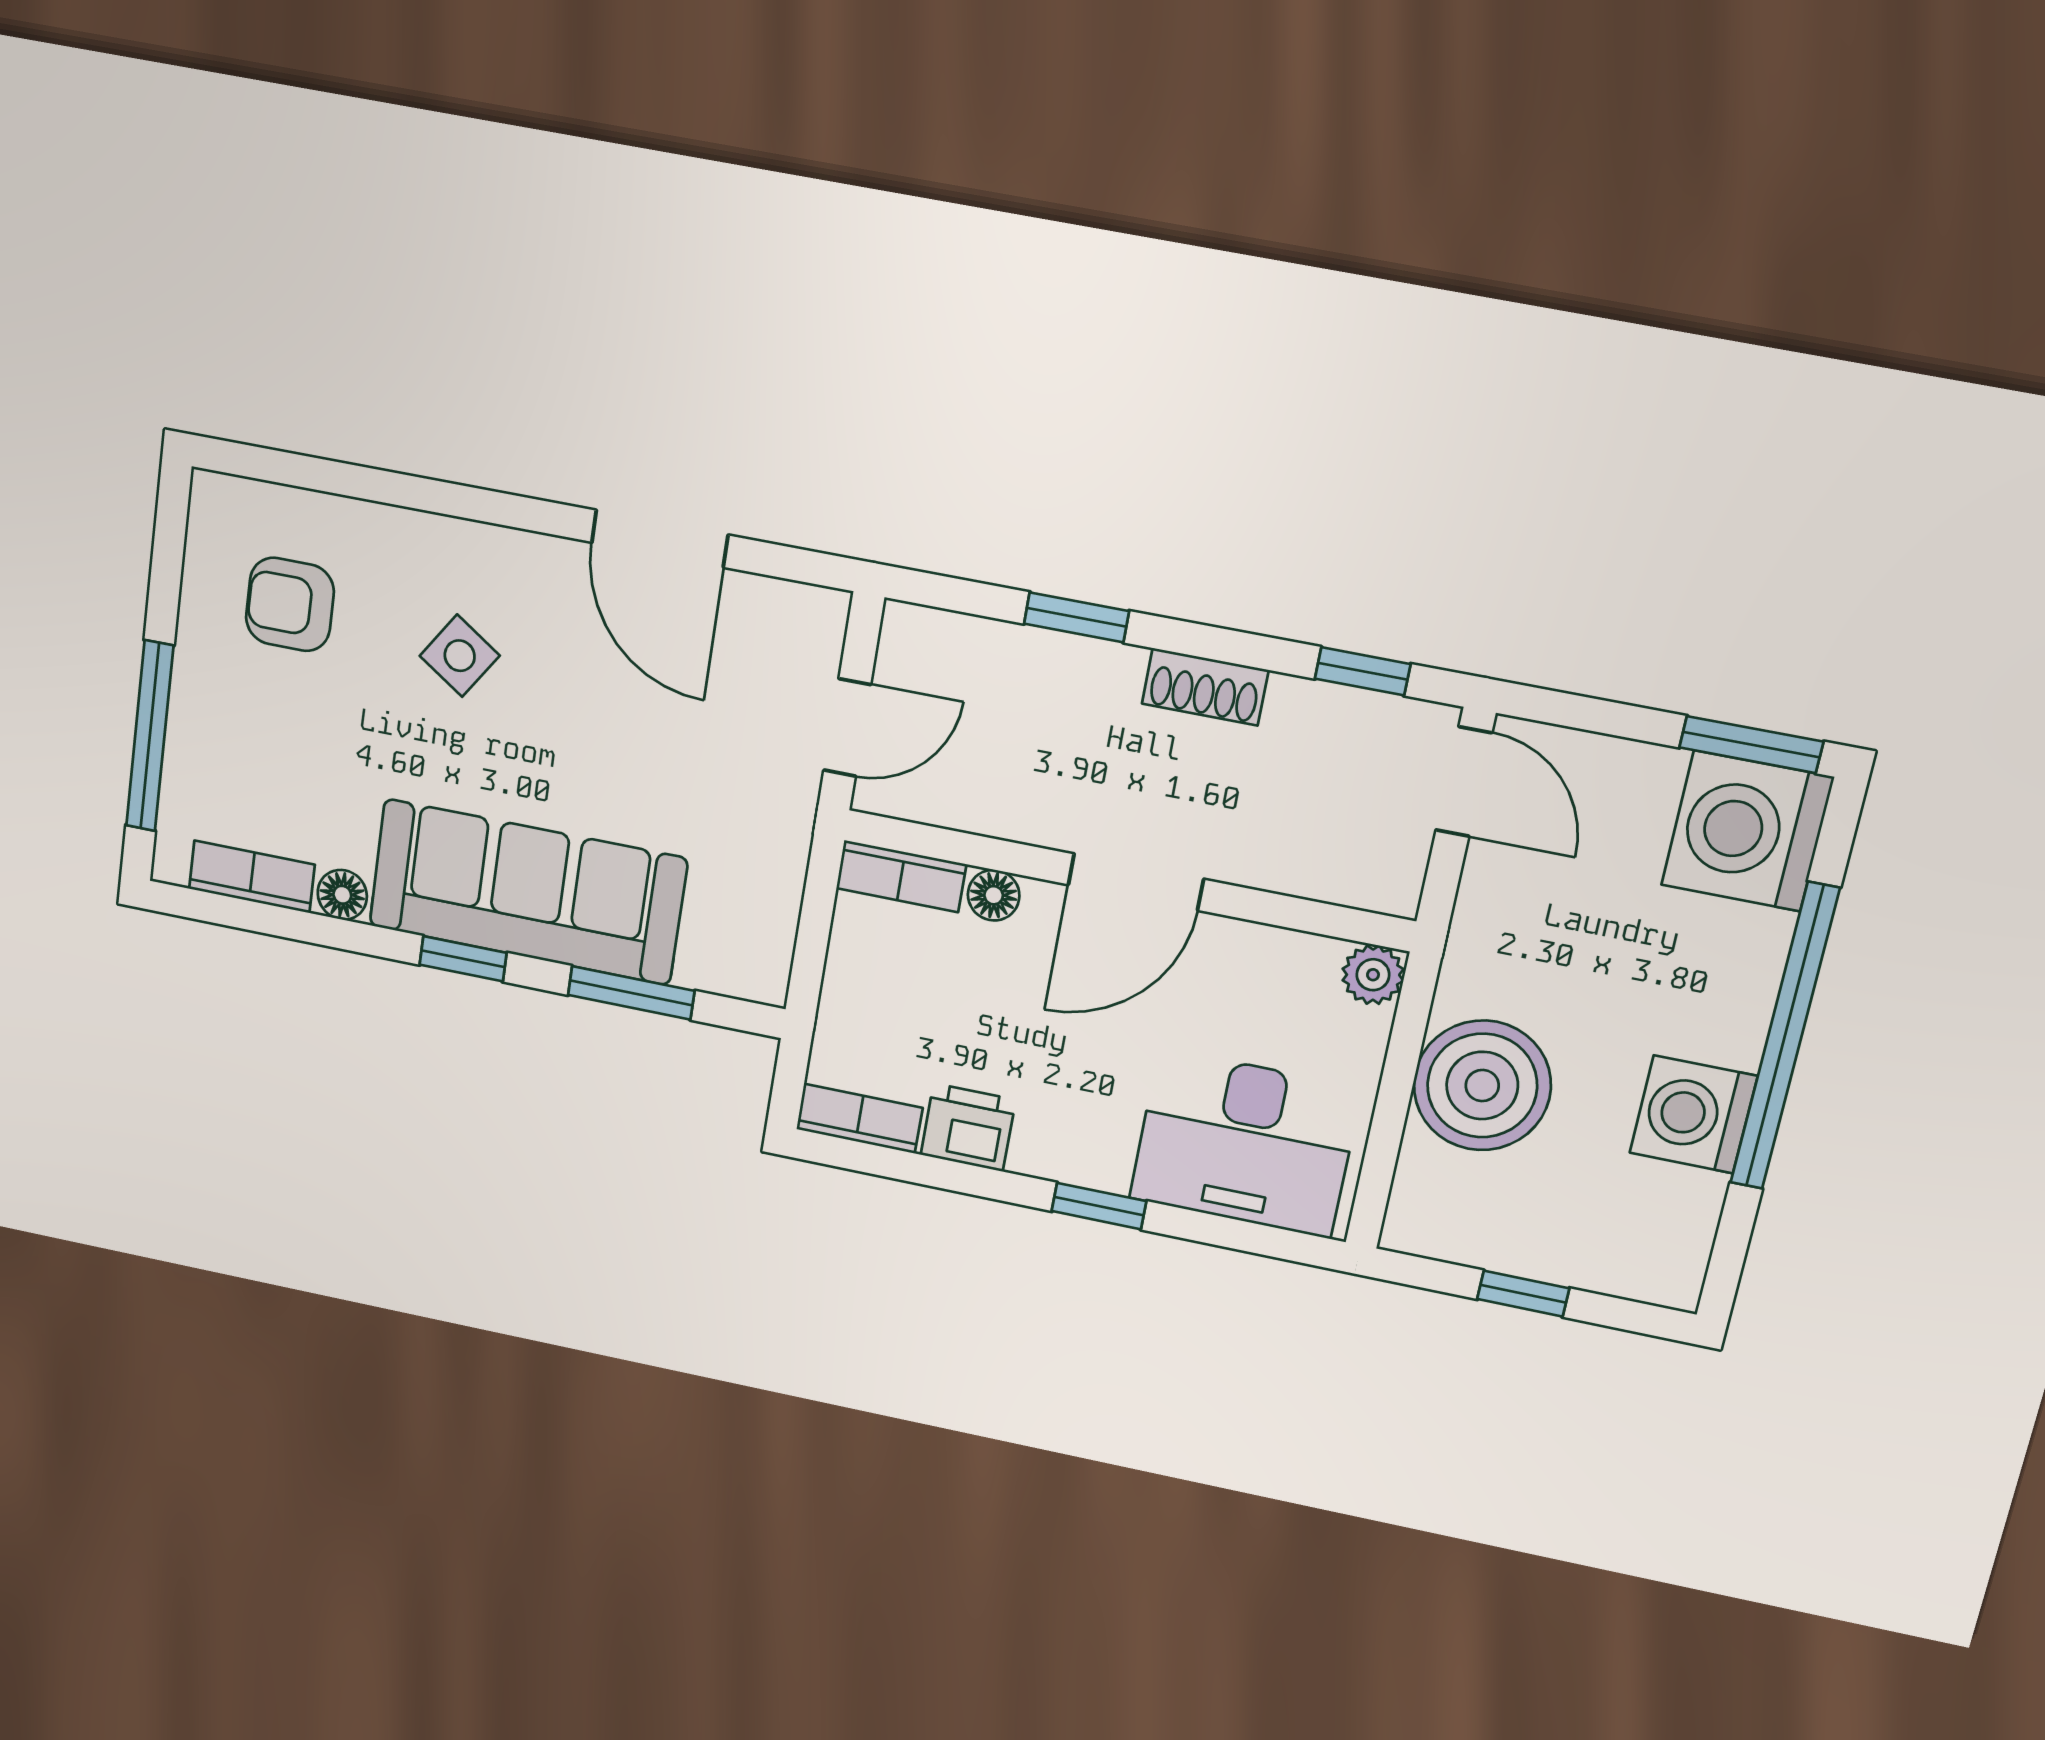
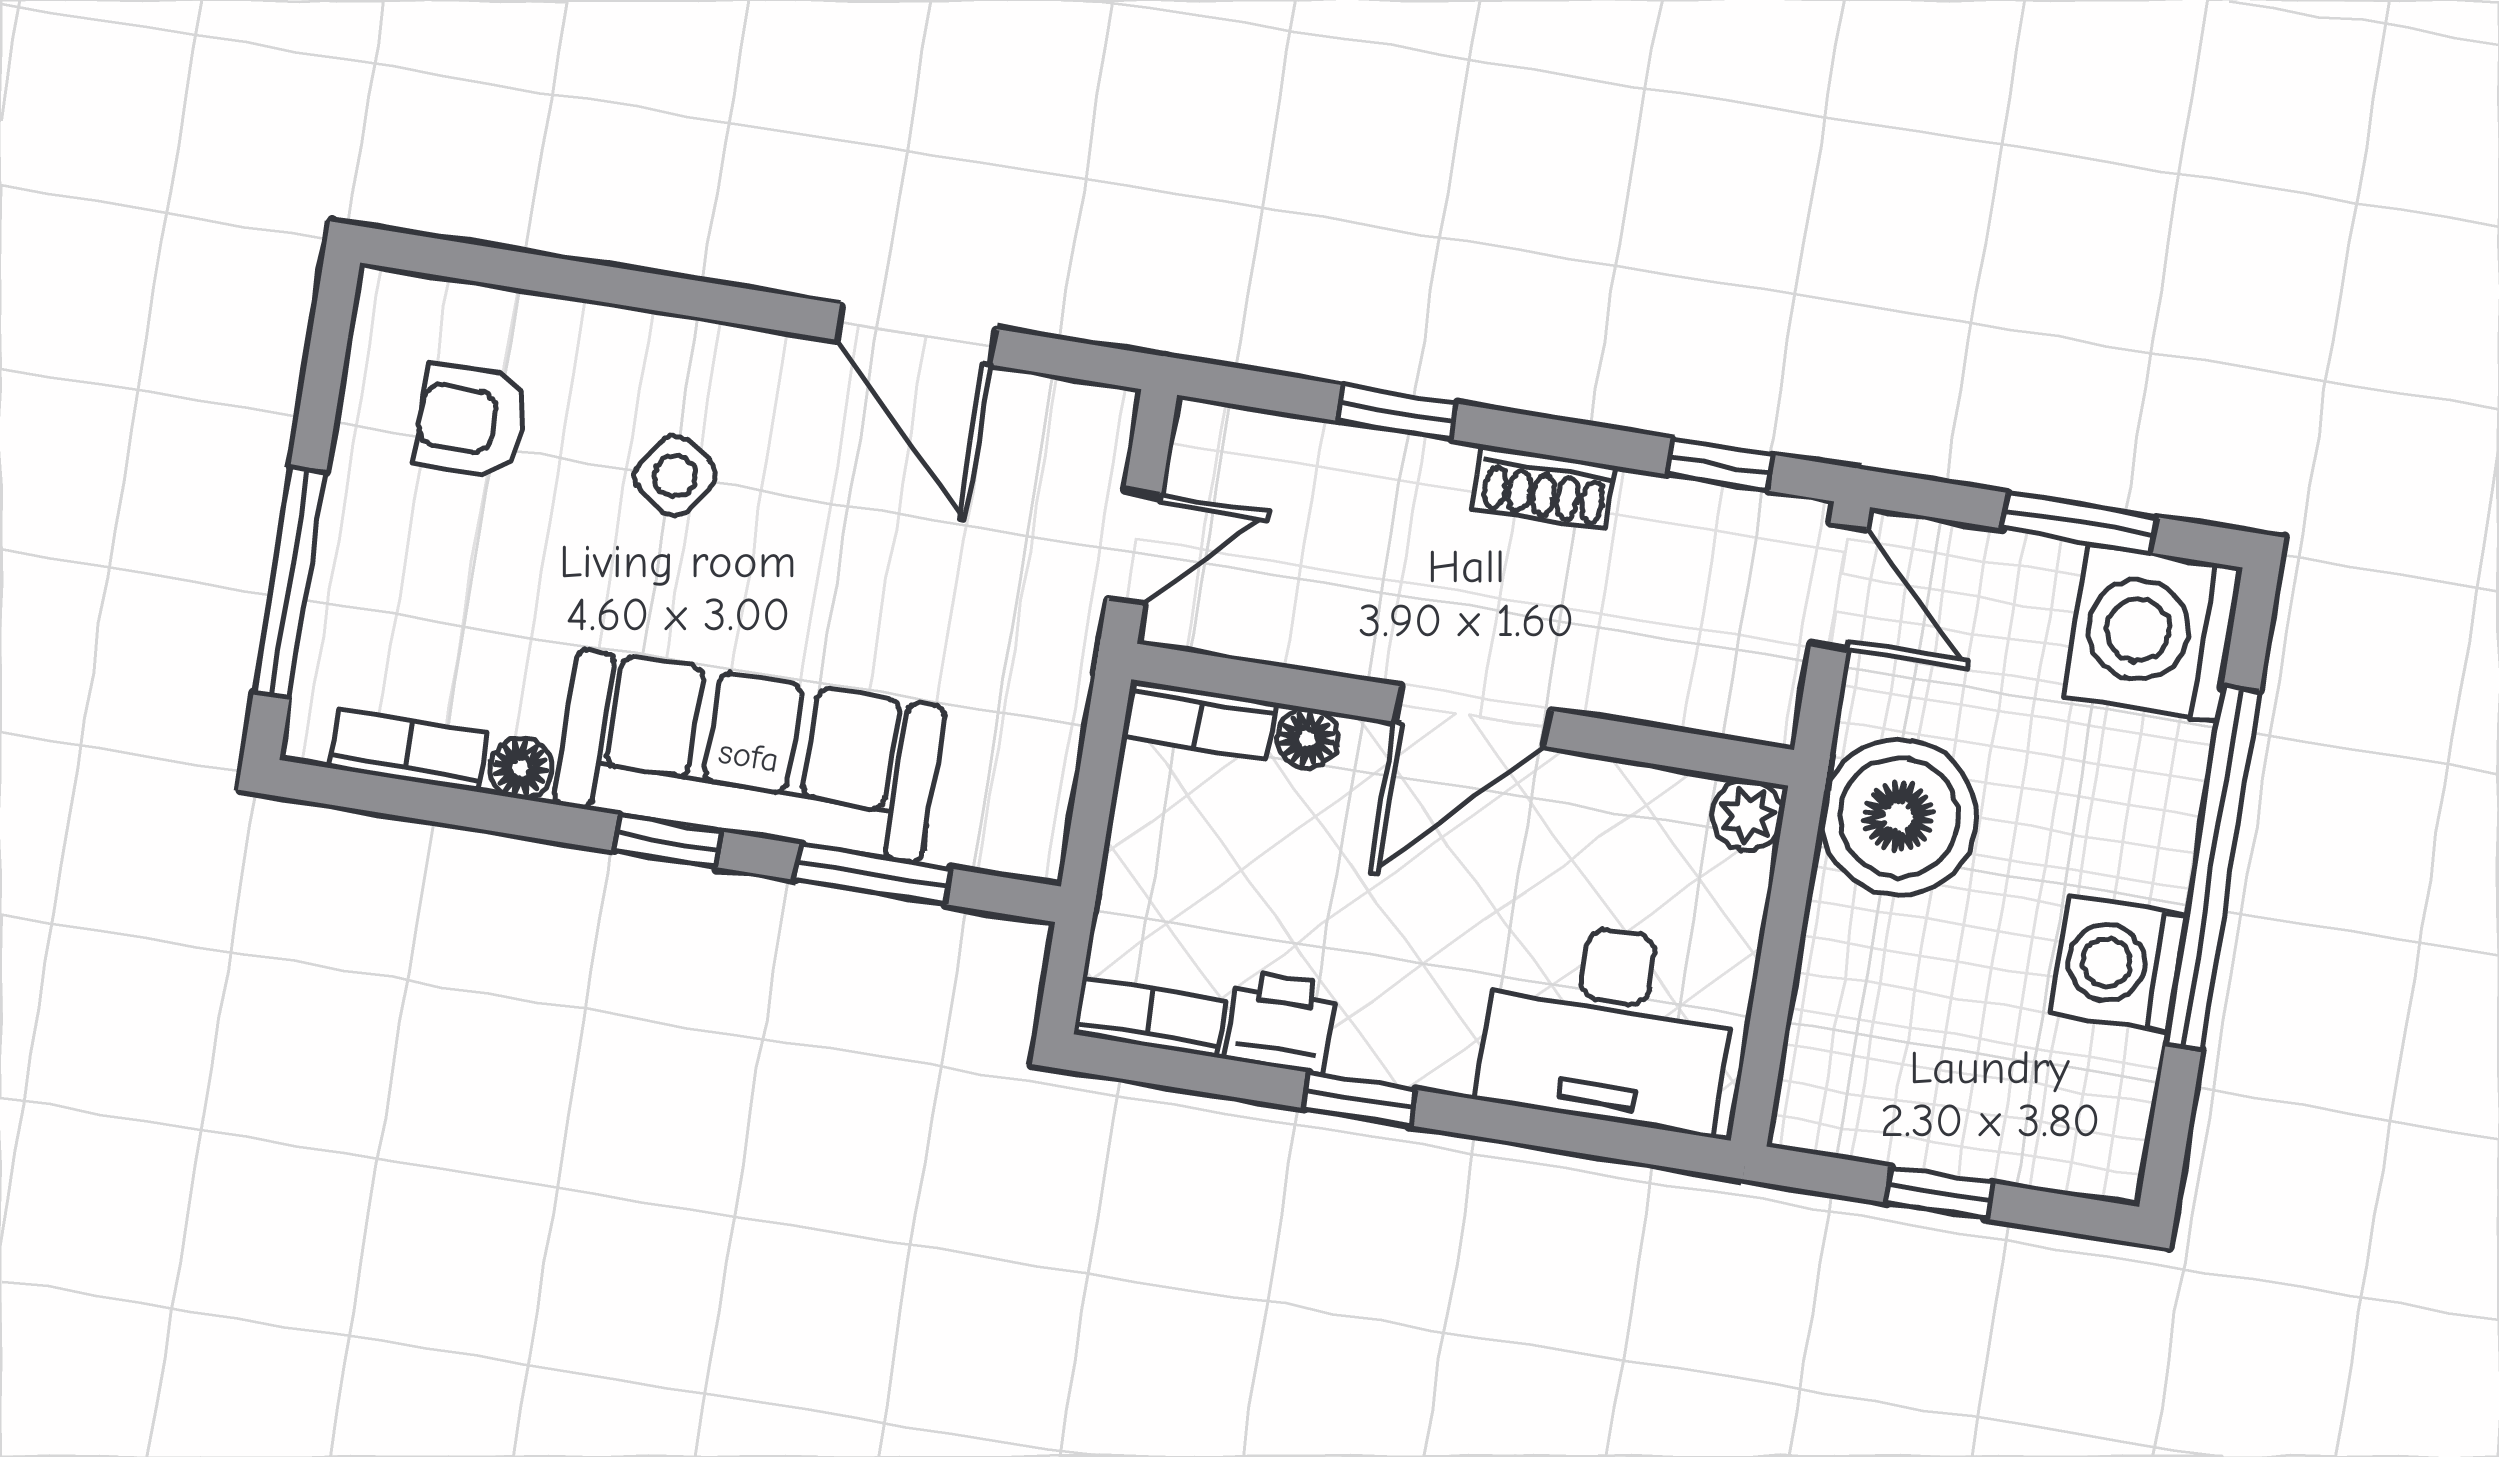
window: (1751, 745) -> (2079, 523), moved
boiler: (1482, 1086) -> (1899, 817), moved
window: (1099, 1206) -> (1360, 1099), moved

